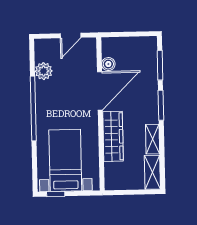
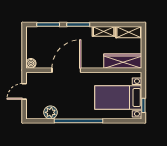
door: (71, 36) -> (24, 91), swing flipped
boiler: (108, 64) -> (31, 63), moved
door: (100, 91) -> (66, 70), hinge flipped
wardrobe: (113, 136) -> (123, 61), moved

